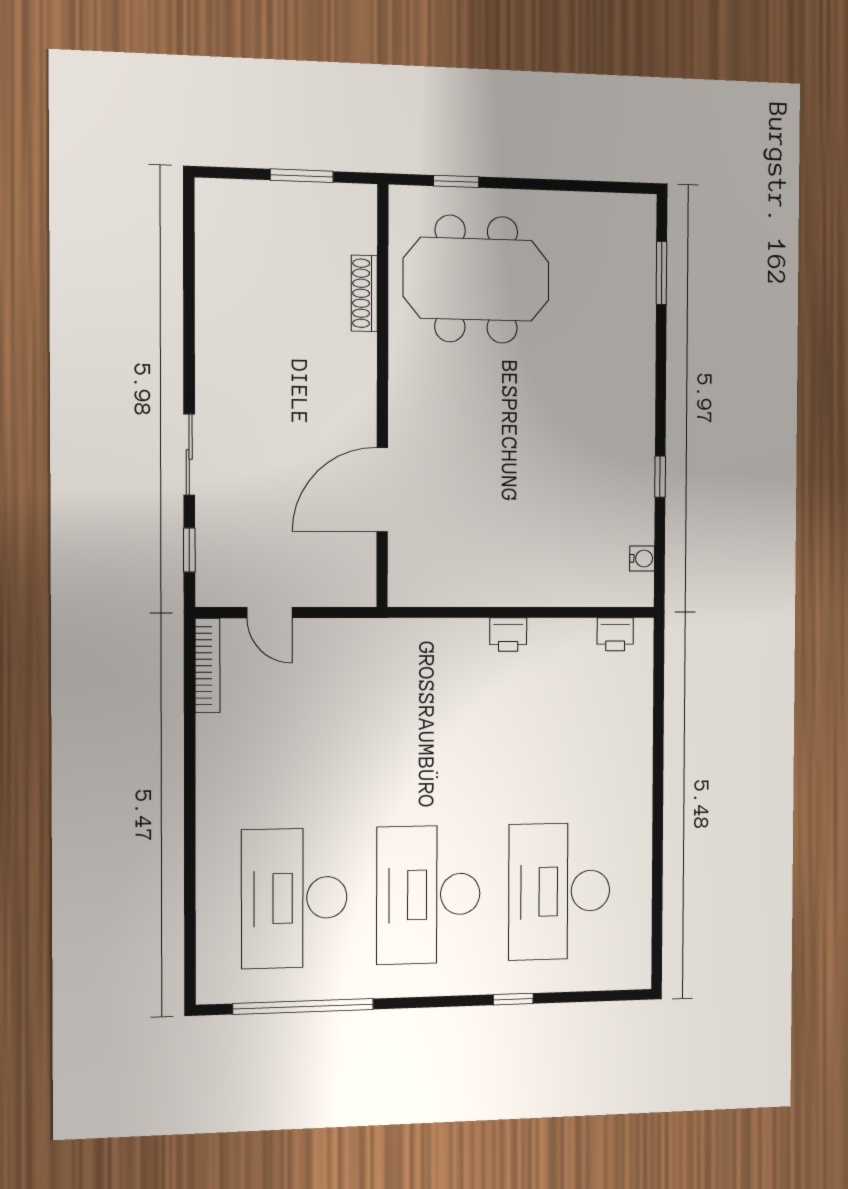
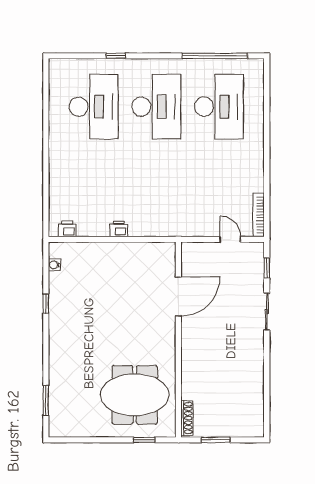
shoe rack: (364, 293) -> (187, 418), moved

